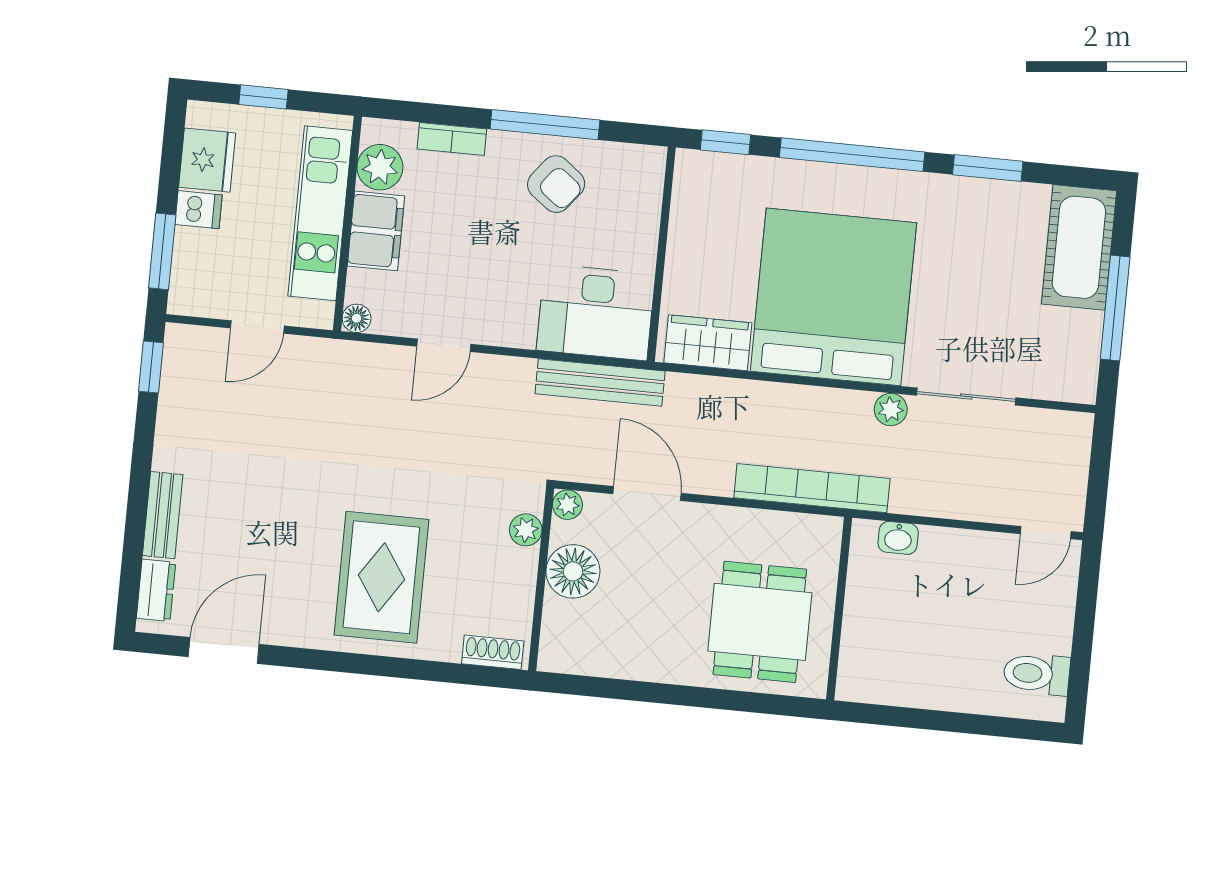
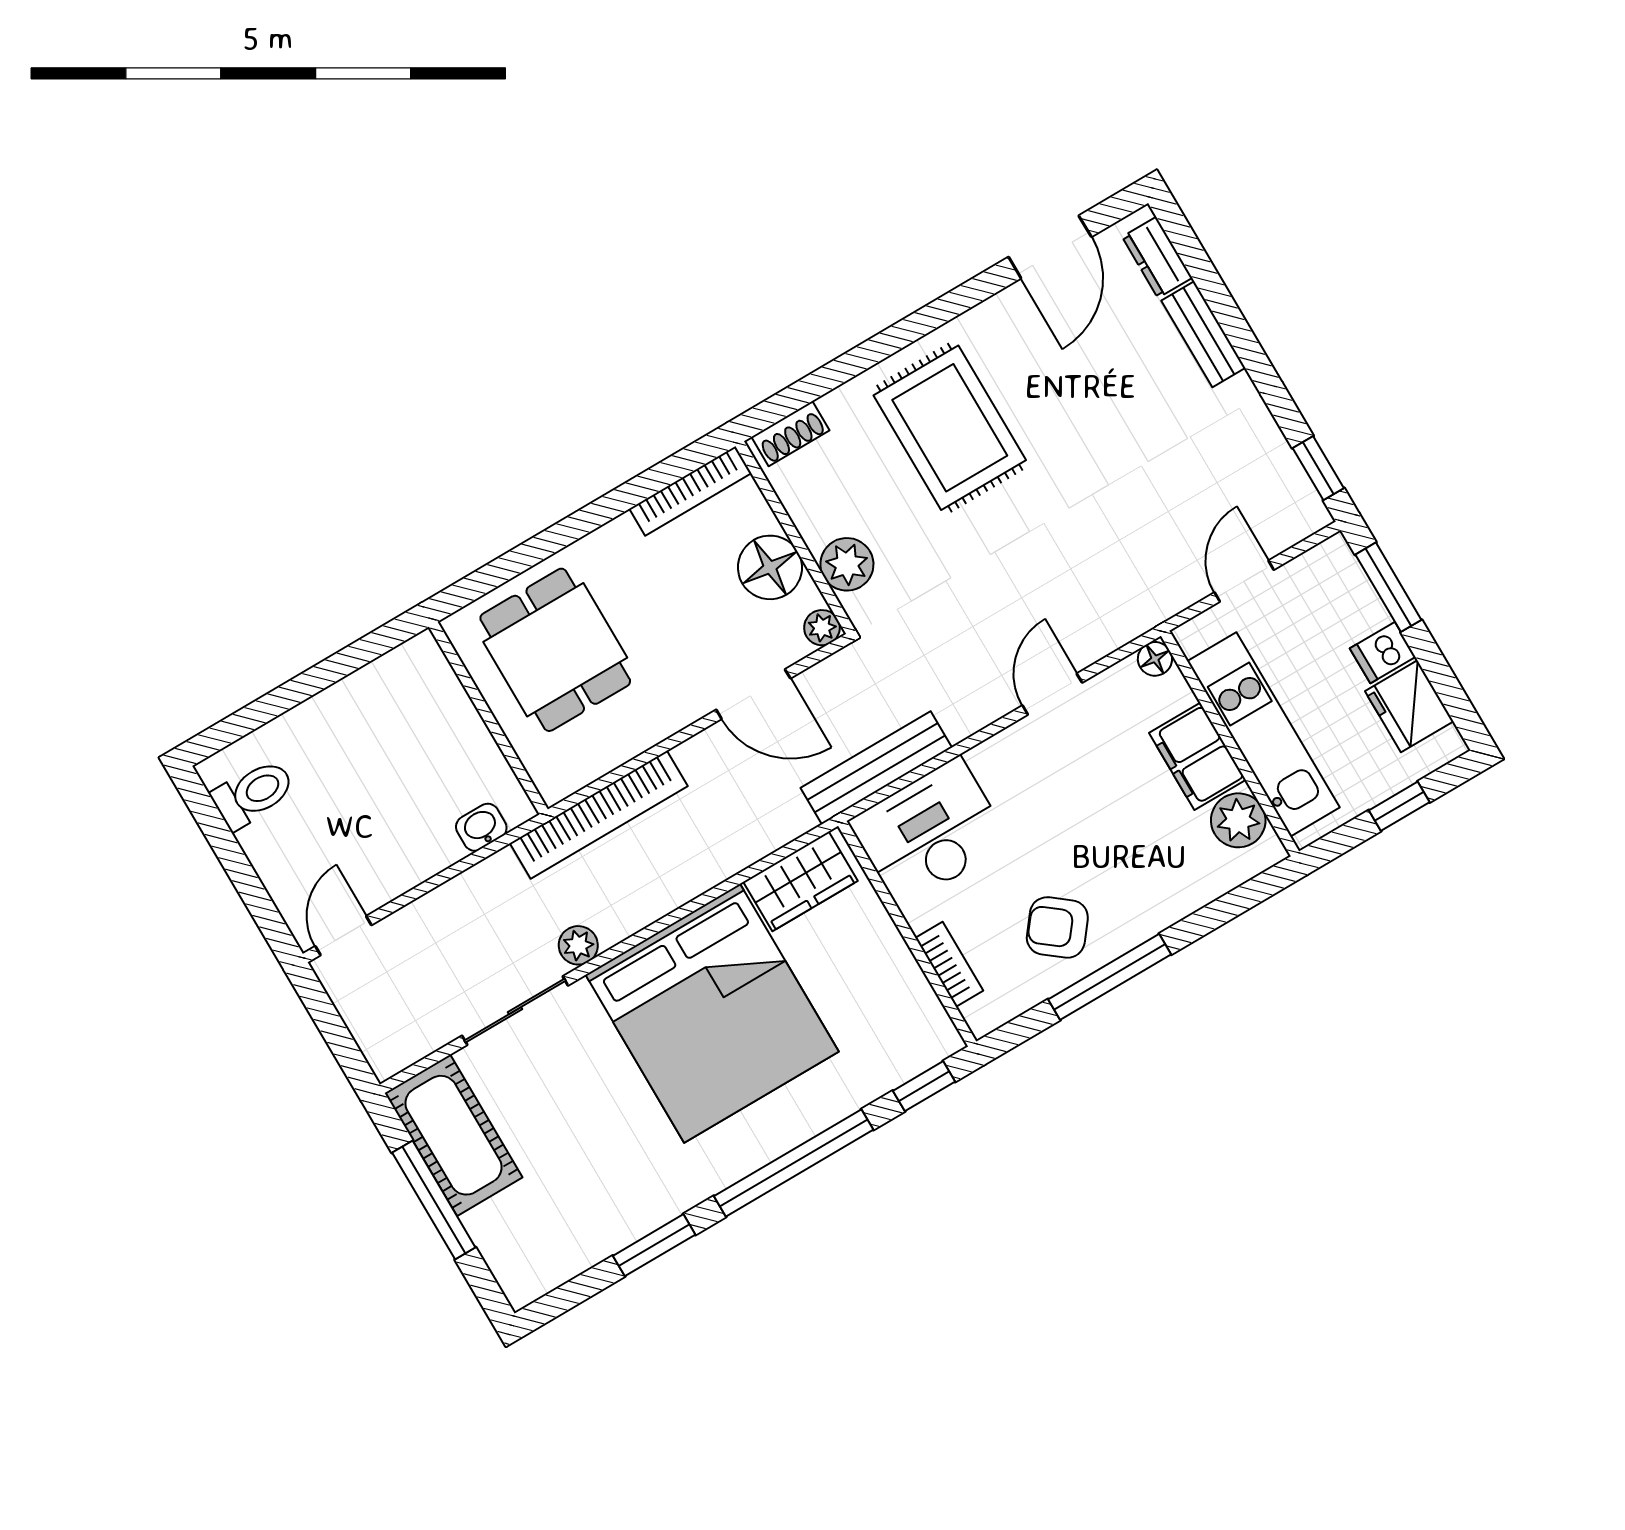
bookcase: (452, 139) -> (949, 964), moved, turned 90
cot: (1079, 247) -> (454, 1135), moved
plant: (526, 530) -> (847, 564), width x1.38, depth x1.38
bookcase: (589, 663) -> (690, 491), added

